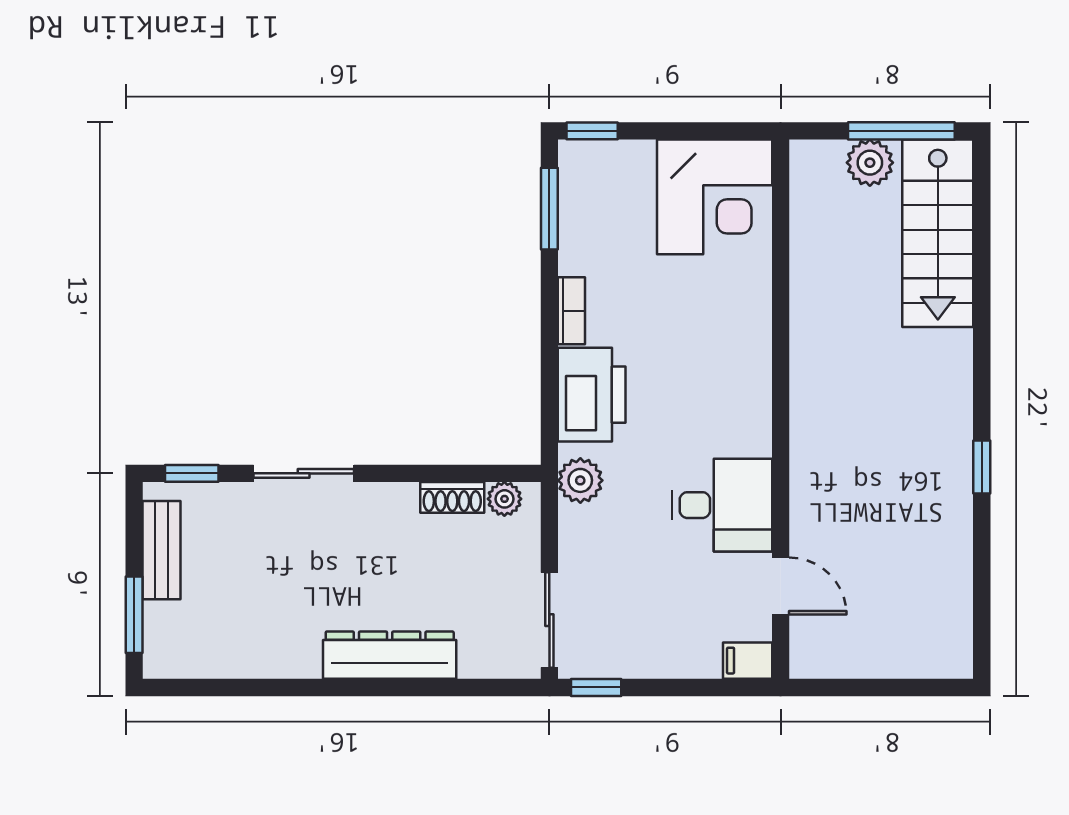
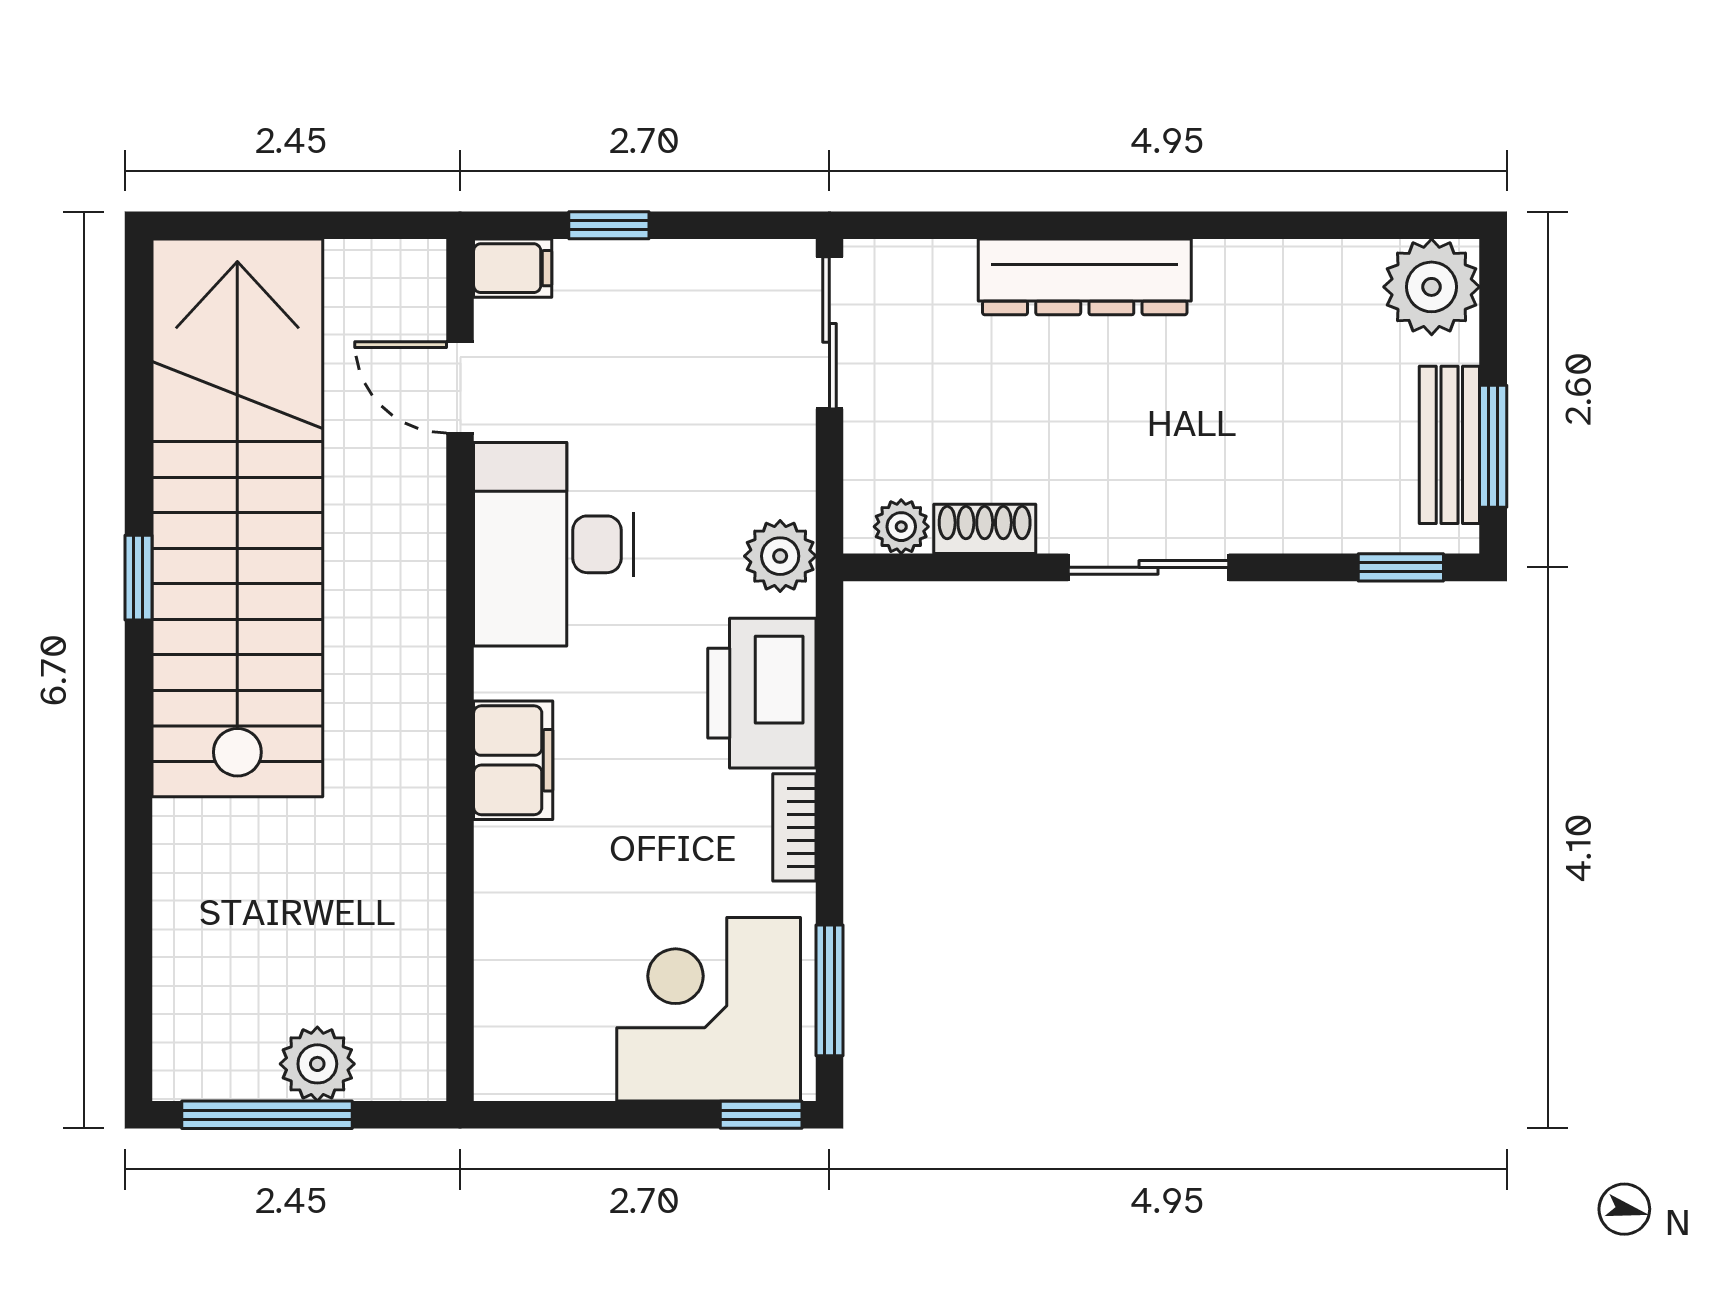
corner desk: (715, 197) -> (709, 1009), moved
stairs: (938, 233) -> (237, 518), moved, width x1.86, depth x1.51
filing cabinet: (747, 353) -> (513, 760), added
sliding door: (304, 473) -> (1149, 567), moved
desk: (722, 505) -> (554, 544), width x1.37
window: (134, 615) -> (1493, 446), moved
plant: (173, 649) -> (1432, 287), added
window: (596, 687) -> (609, 225), moved

